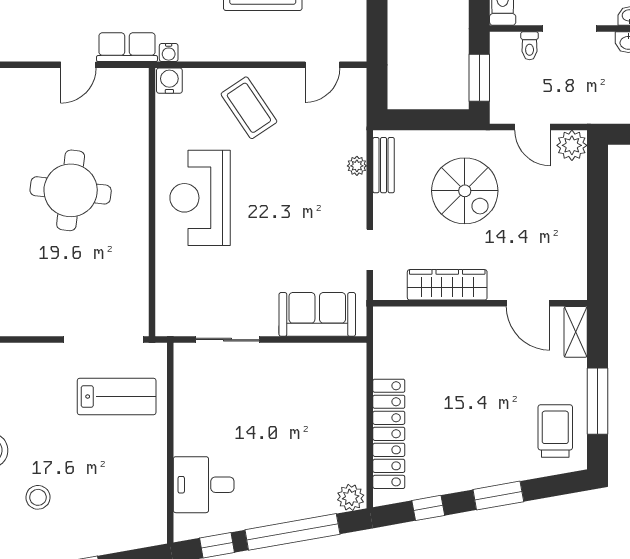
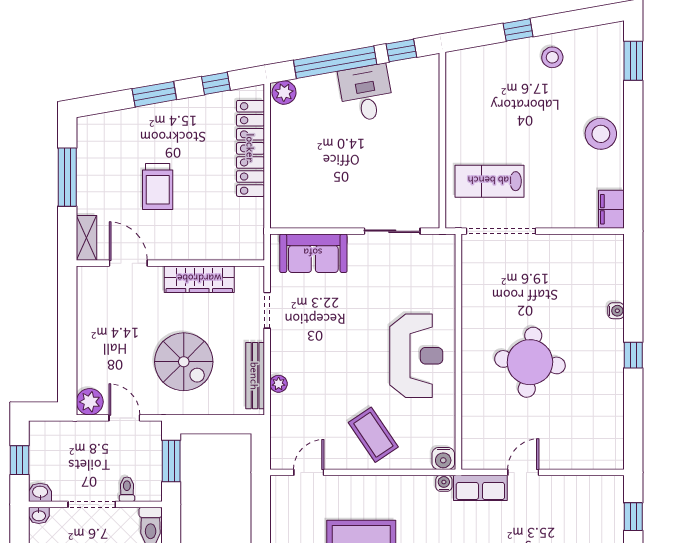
bench: (384, 165) -> (255, 376), width x1.36
spiral stairs: (465, 191) -> (184, 362), turned 180
trolley: (555, 431) -> (158, 187), moved
desk: (204, 485) -> (366, 93), moved, turned -100
stool: (38, 497) -> (552, 57), moved

